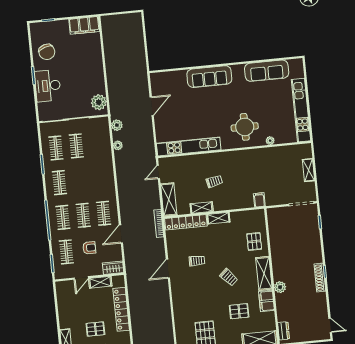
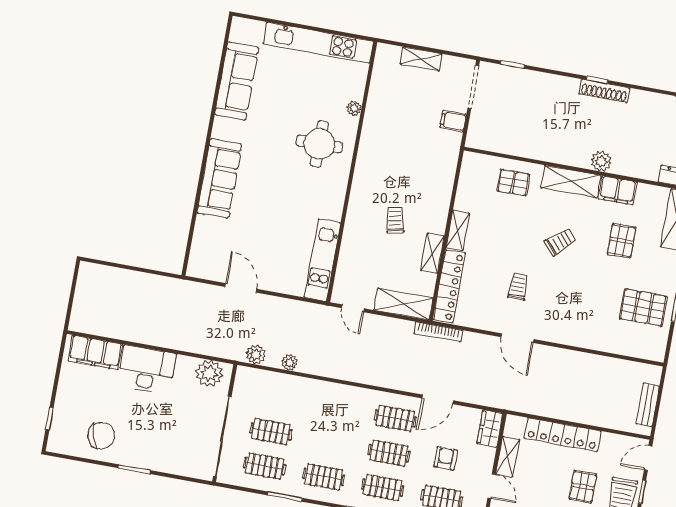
filing cabinet: (84, 25) -> (95, 352), moved, turned 90
desk: (48, 86) -> (147, 370), moved, turned 180
kitchen unit: (189, 146) -> (322, 260), width x0.73
filing cabinet: (259, 200) -> (453, 121), moved
door: (121, 234) -> (438, 399), hinge flipped

